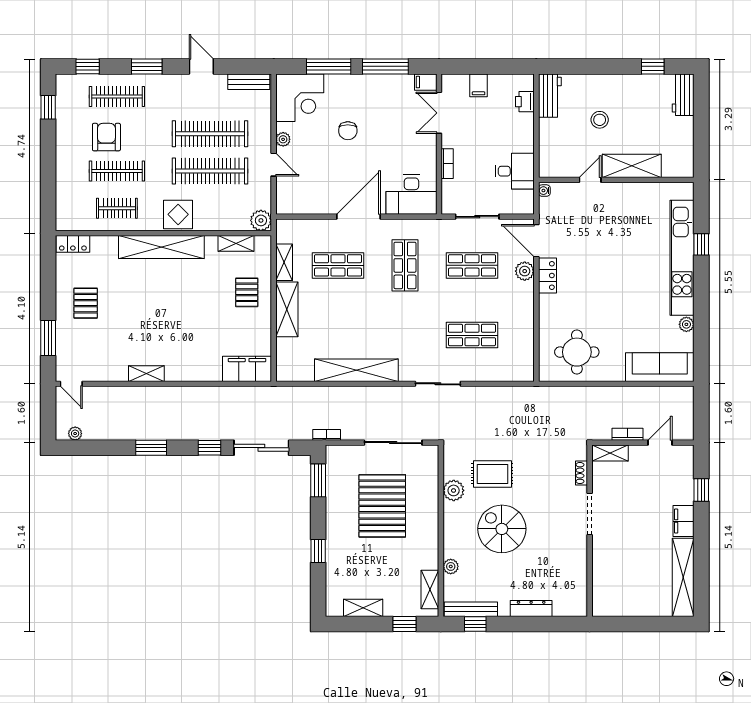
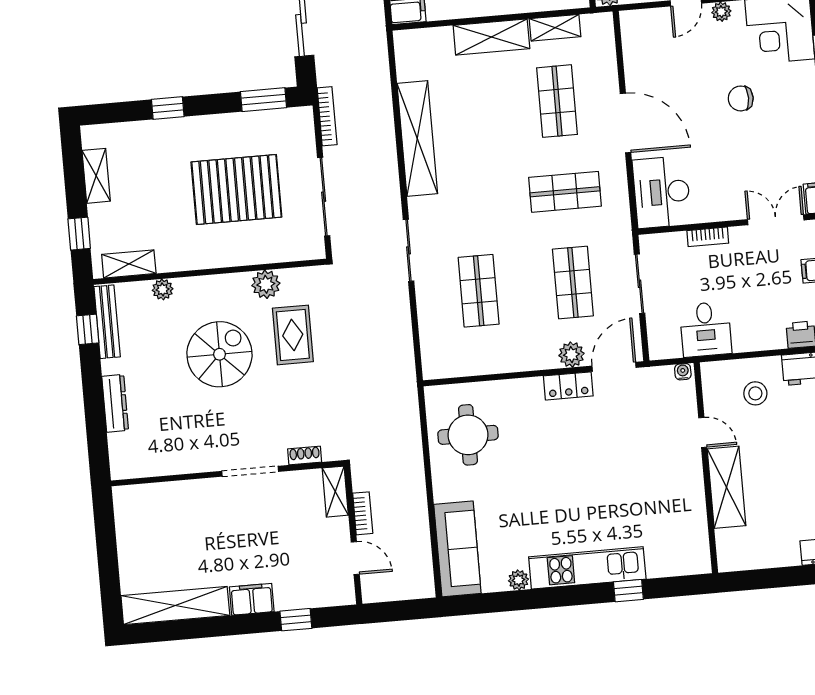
stool: (600, 120) -> (755, 393), moved
kitchen unit: (682, 258) -> (587, 568), width x0.73
bookcase: (327, 435) -> (327, 116), width x1.56

